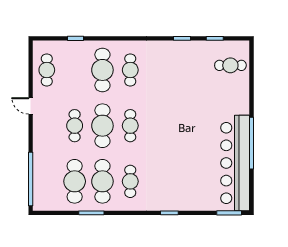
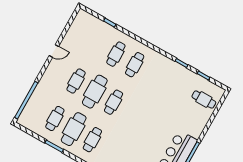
cafe table: (47, 70) -> (78, 33), removed
cafe table: (102, 70) -> (116, 54), width x0.73, depth x0.74
door: (31, 106) -> (54, 51), swing flipped
cafe table: (75, 181) -> (55, 119), width x0.73, depth x0.74

